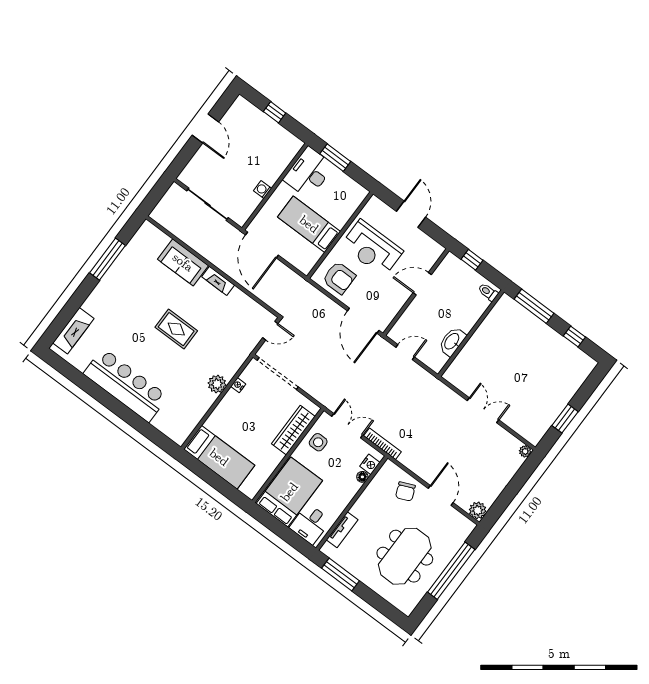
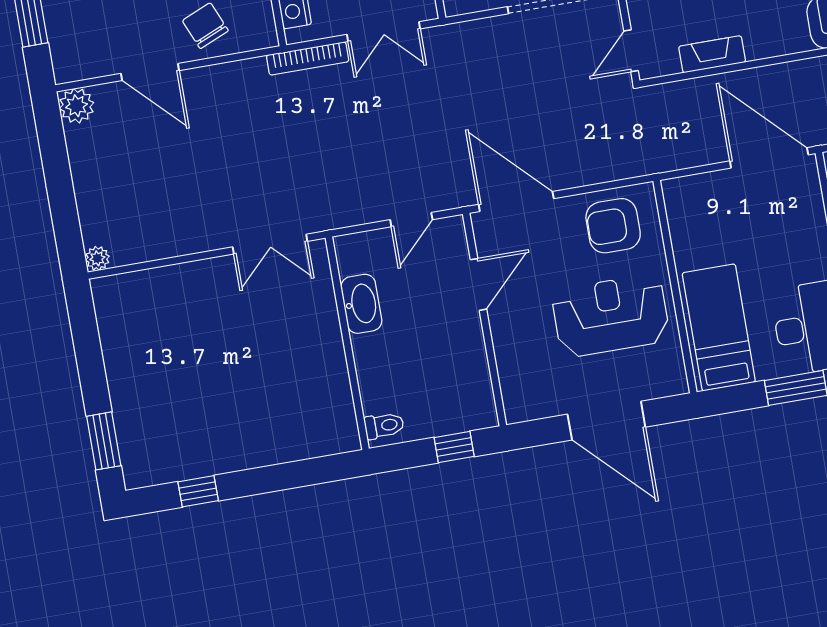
door: (411, 214) -> (606, 421), width x1.36
bed: (309, 224) -> (719, 327), moved, turned -90
fireplace: (218, 281) -> (712, 54), moved
door: (422, 284) -> (478, 284), moved
window: (534, 306) -> (299, 474), removed
double door: (483, 410) -> (270, 244), moved
window: (565, 419) -> (104, 441), moved

